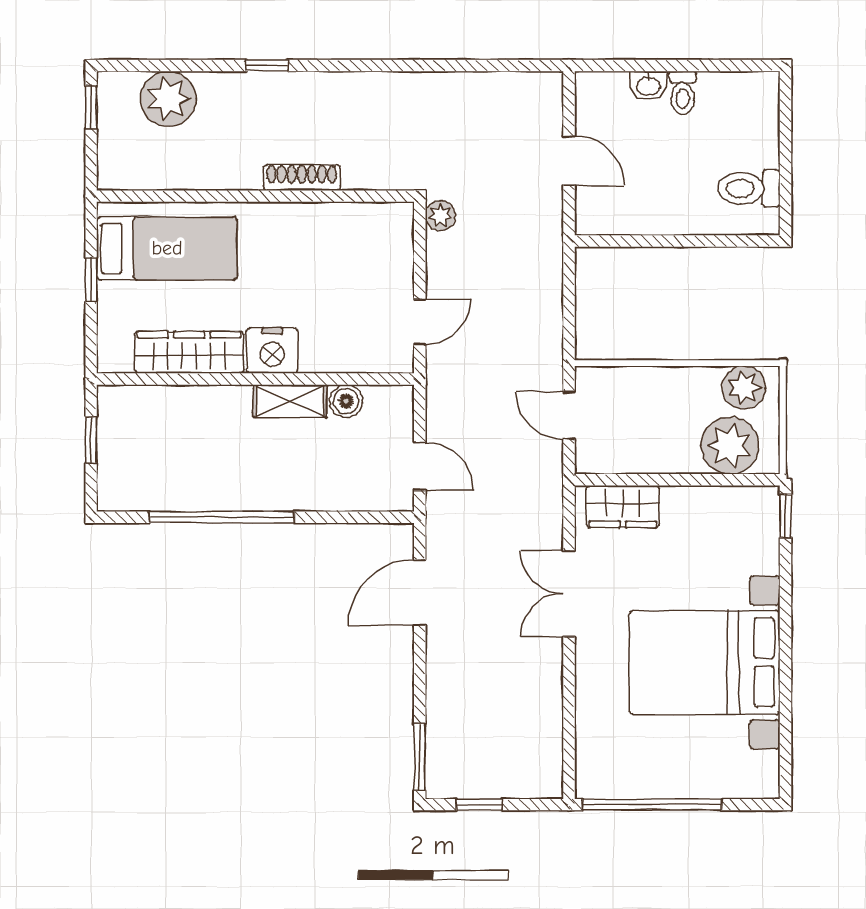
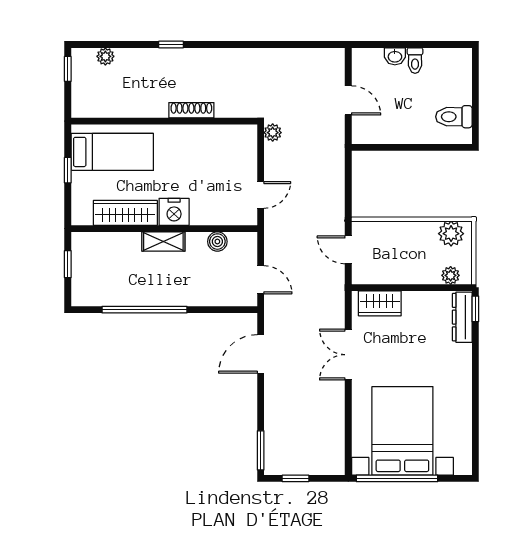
plant: (168, 99) -> (105, 56), width x0.53, depth x0.53
shelving: (290, 401) -> (163, 241), moved
plant: (730, 446) -> (451, 275), width x0.53, depth x0.53
dresser: (763, 530) -> (462, 317), added
bed with nightstands: (705, 662) -> (402, 431), moved, turned 90

